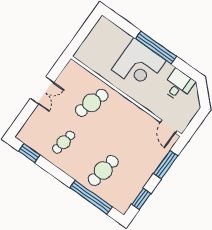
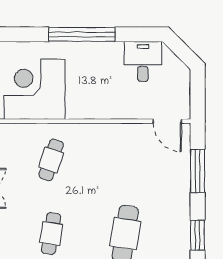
corner desk: (139, 65) -> (35, 89), moved, turned 180
cafe table: (92, 103) -> (51, 160), width x0.73, depth x0.74

